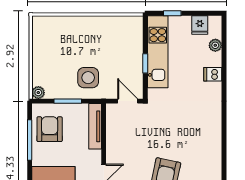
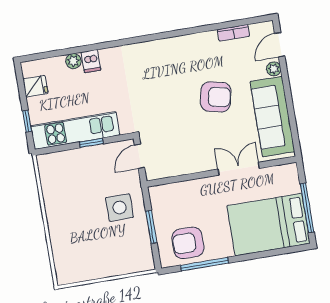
plant: (215, 45) -> (73, 61), moved
plant: (38, 93) -> (147, 263), removed
tv unit: (95, 126) -> (176, 190), removed

